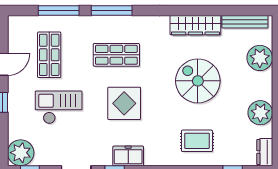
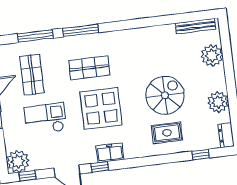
wardrobe: (195, 25) -> (154, 34), removed
spiral stairs: (198, 81) -> (165, 95), moved, turned 90
display table: (124, 103) -> (101, 108), width x1.36, depth x1.36

